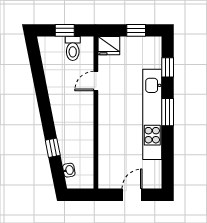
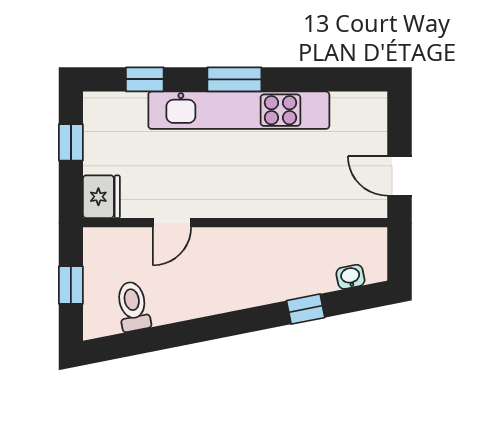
toilet: (73, 48) -> (133, 306), moved, turned -101
door: (96, 81) -> (172, 223), hinge flipped
door: (132, 195) -> (400, 176), moved

